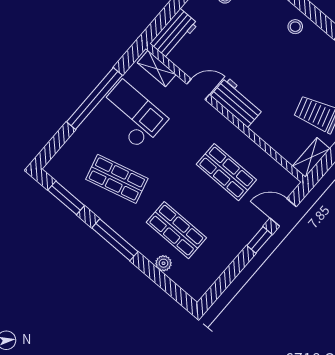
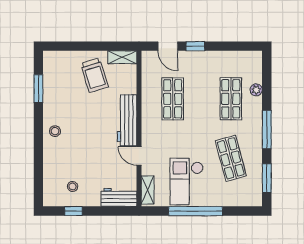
workbench: (237, 102) -> (127, 120), width x1.38

